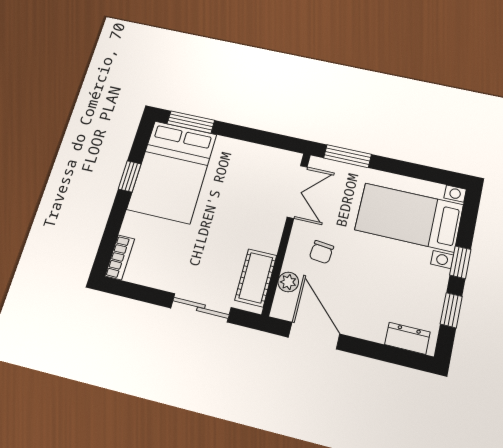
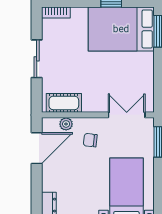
double door: (297, 192) -> (127, 115), swing flipped
sliding door: (201, 308) -> (37, 59), moved

